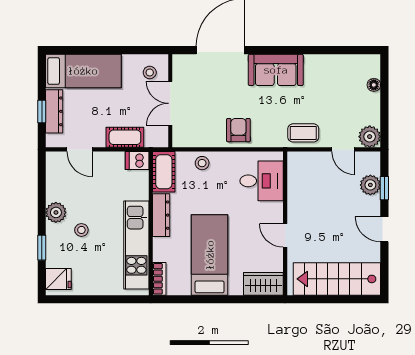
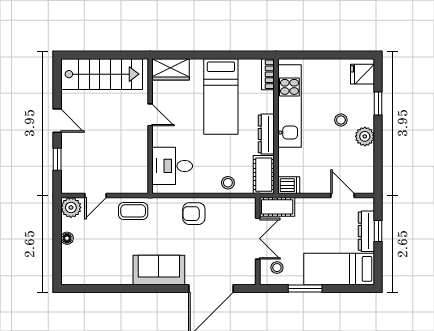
window: (120, 50) -> (305, 288), added
floor lamp: (374, 85) -> (67, 238), moved
armchair: (238, 130) -> (194, 214), turned 90
cot: (125, 137) -> (277, 207), moved
door: (343, 149) -> (96, 195), swing flipped
plant: (370, 185) -> (70, 162), removed

